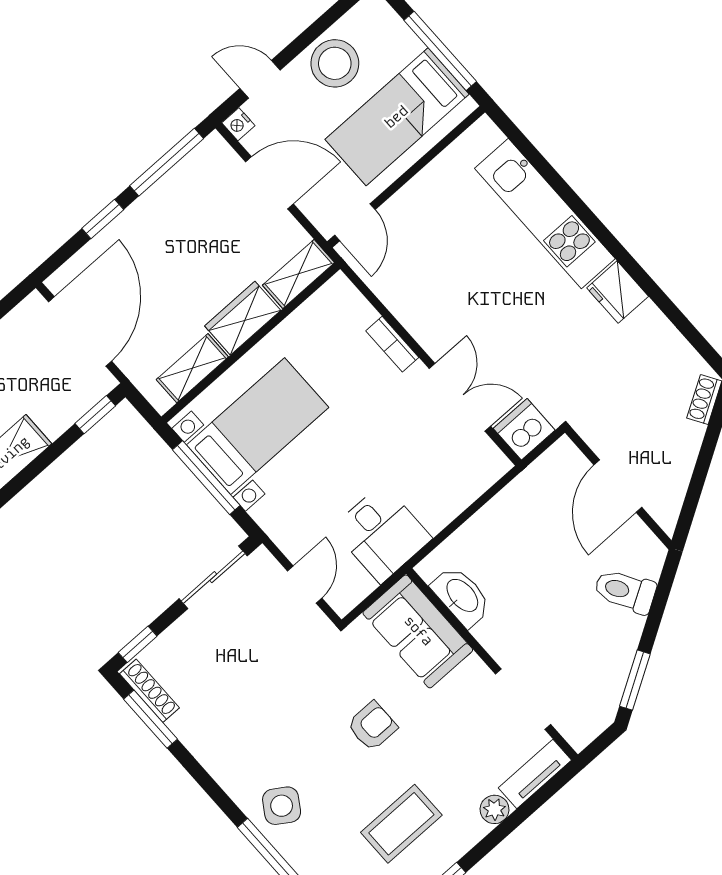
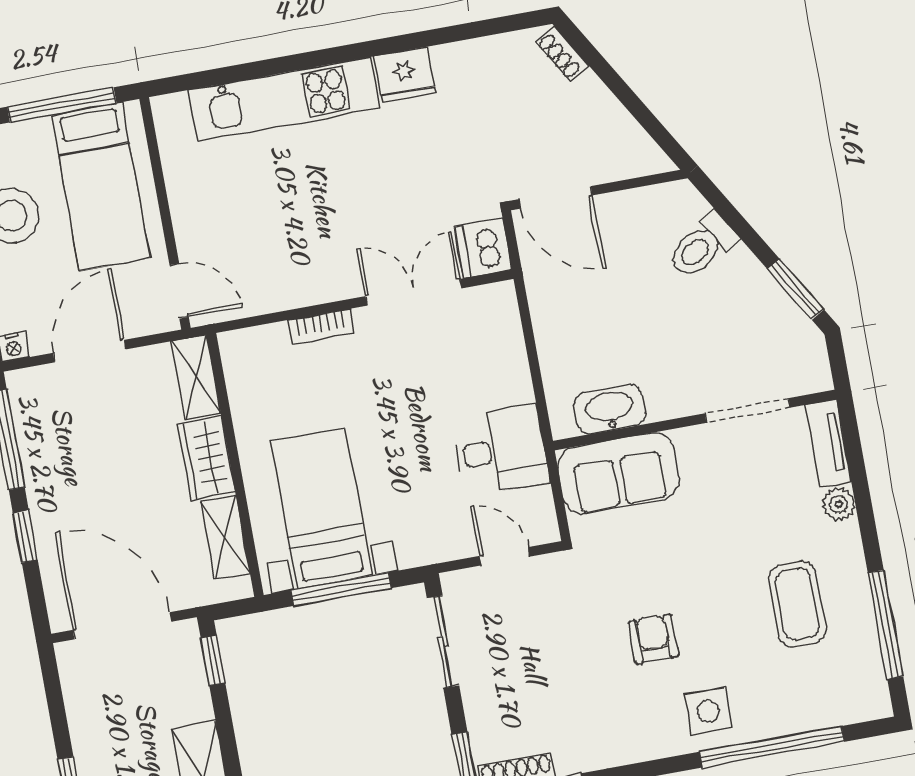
door: (618, 486) -> (556, 197), moved
armchair: (372, 726) -> (654, 639), moved
side table: (282, 806) -> (708, 711), turned -33

